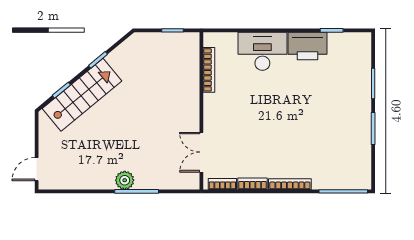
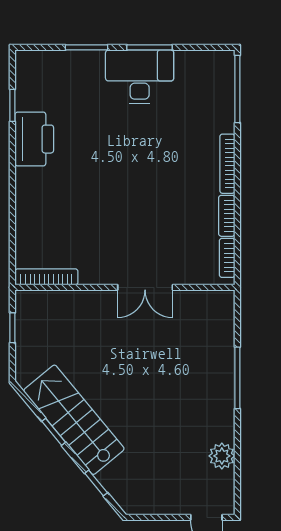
desk: (262, 51) -> (140, 77), moved, turned 90
bookcase: (209, 70) -> (46, 277), moved
stairs: (82, 95) -> (74, 420), moved
double door: (201, 152) -> (145, 287), moved
plant: (125, 180) -> (222, 456), moved

